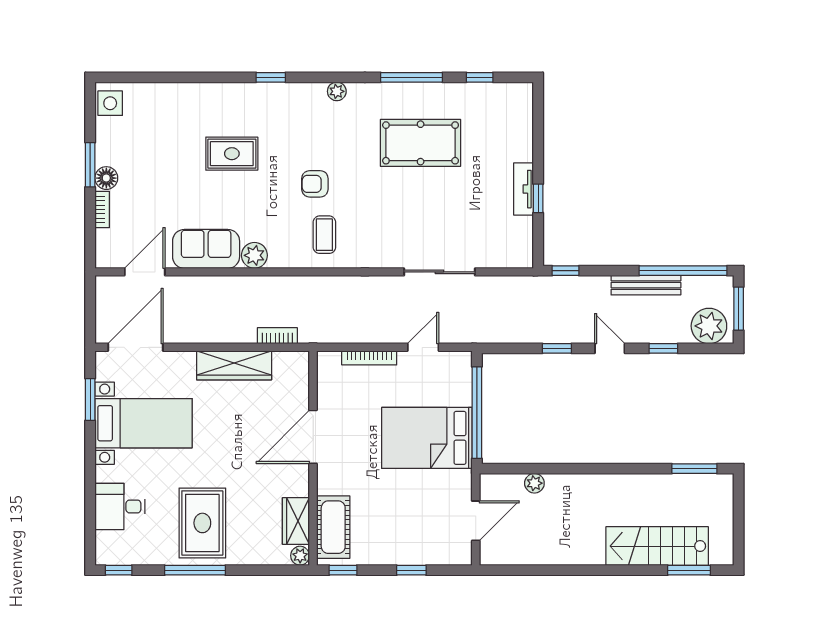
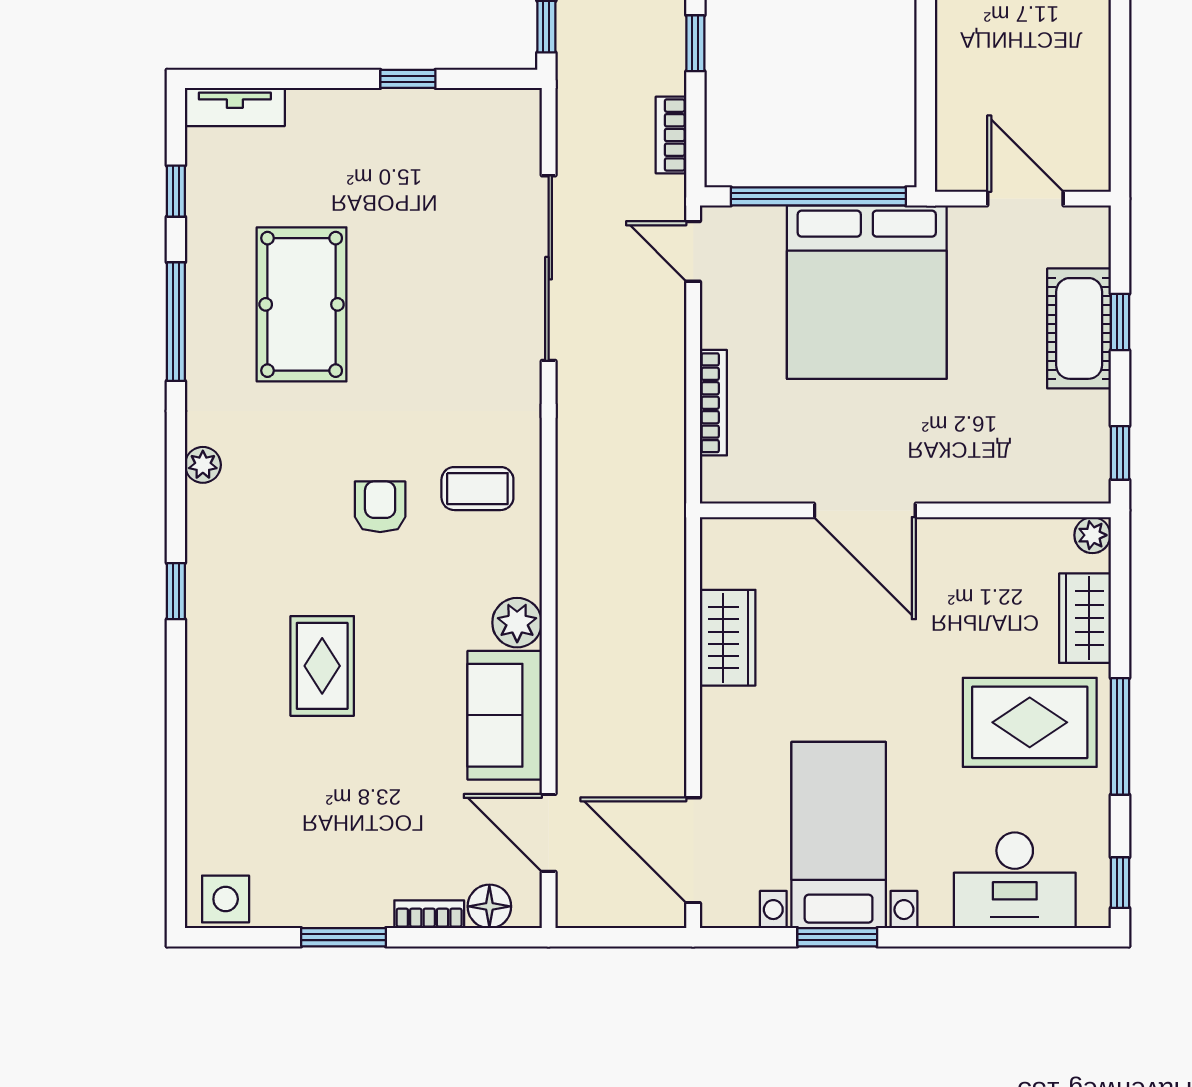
floor lamp: (106, 178) -> (489, 906), moved
armchair: (315, 184) -> (380, 507), turned 180
tv unit: (524, 189) -> (235, 107), moved
sliding door: (439, 272) -> (549, 268), width x1.36
bookcase: (277, 336) -> (671, 135), moved
door: (423, 347) -> (693, 251), moved
wardrobe: (234, 365) -> (728, 638), width x0.67
window: (90, 399) -> (837, 937), moved
bed: (427, 438) -> (867, 292), width x1.36
plant: (534, 483) -> (954, 86), removed
desk: (120, 506) -> (1015, 880), width x1.37
wardrobe: (296, 521) -> (1085, 618), moved, turned 90
cot: (333, 527) -> (1079, 328), moved, turned 90

